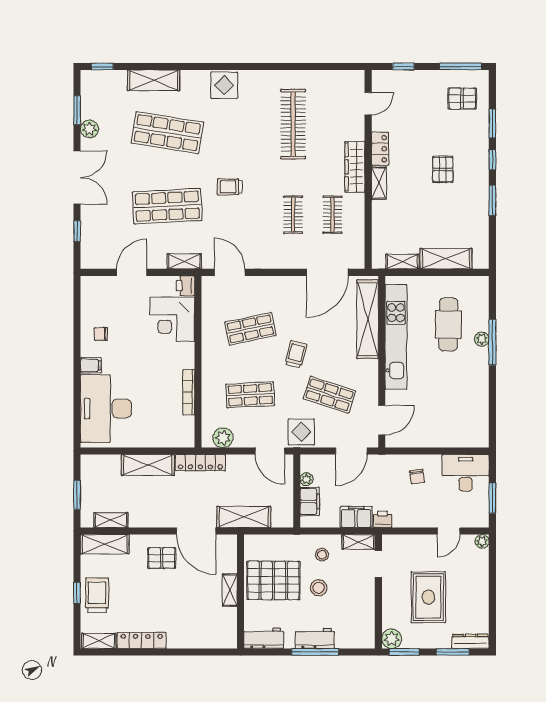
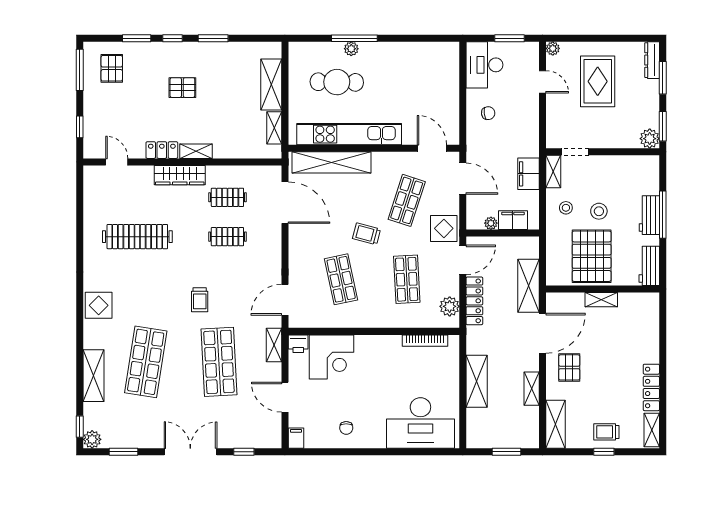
plant: (89, 129) -> (92, 439), moved
filing cabinet: (91, 365) -> (296, 438), moved
bookcase: (189, 392) -> (425, 341), moved
locker: (200, 463) -> (474, 301), moved
printer: (383, 519) -> (531, 148), removed
shelving: (111, 520) -> (532, 389), moved
trolley: (97, 595) -> (606, 432), width x0.73, depth x0.72
rug: (428, 597) -> (598, 81), moved, turned 90

